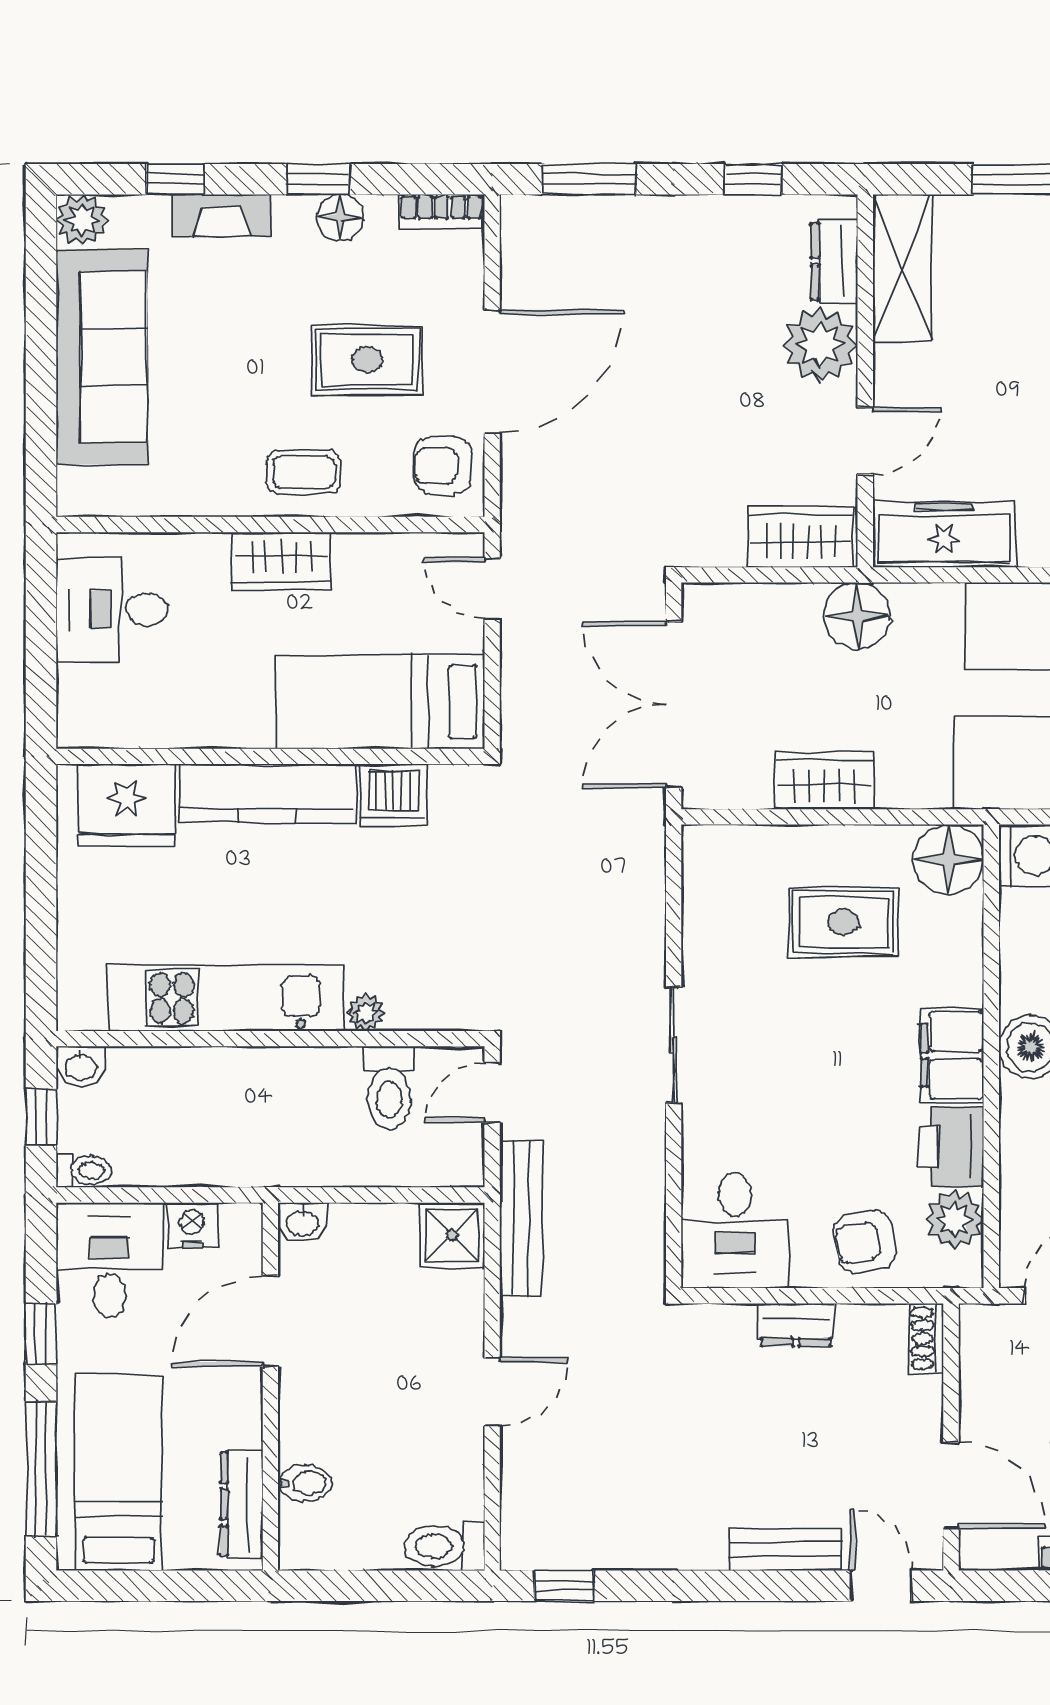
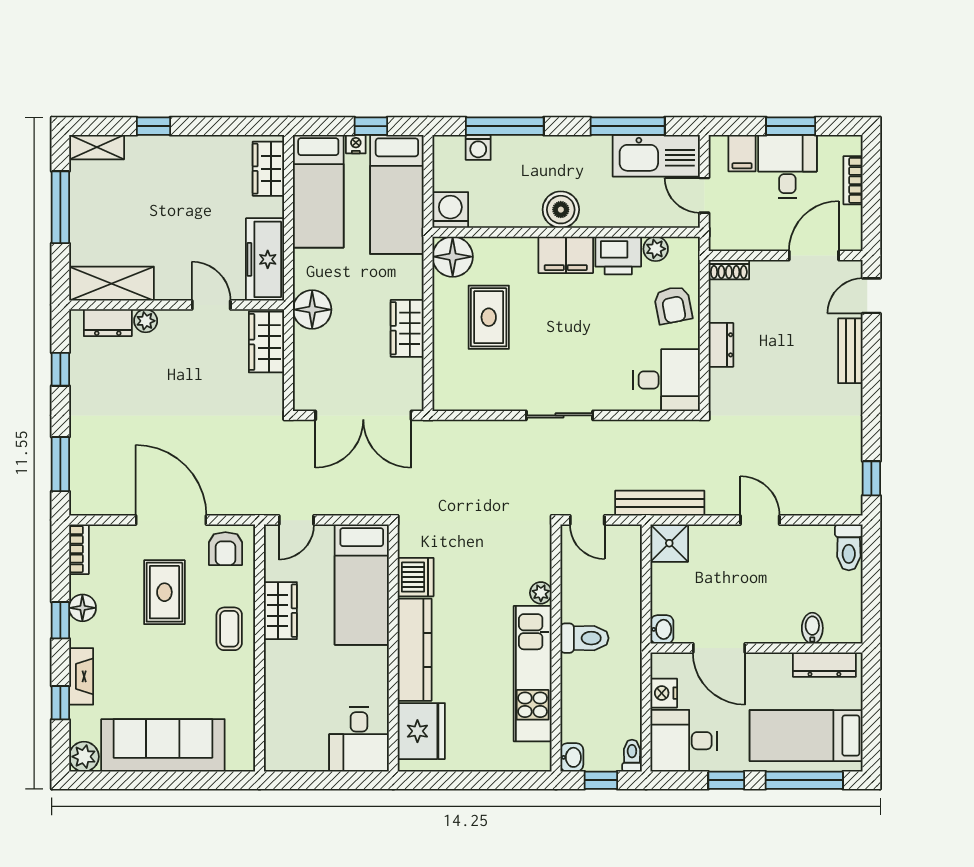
plant: (820, 345) -> (146, 321), width x0.53, depth x0.53
wardrobe: (281, 561) -> (280, 611), moved
desk: (112, 609) -> (359, 739), moved
toilet: (389, 1088) -> (584, 638), moved
plant: (954, 1219) -> (656, 249), width x0.73, depth x0.73

